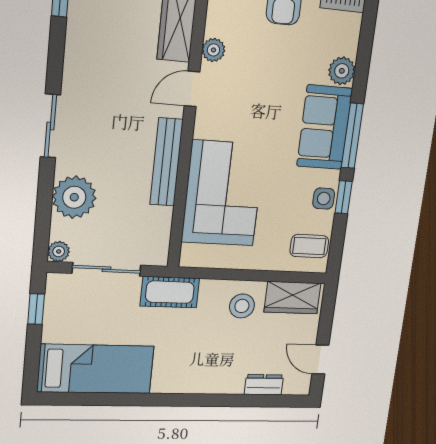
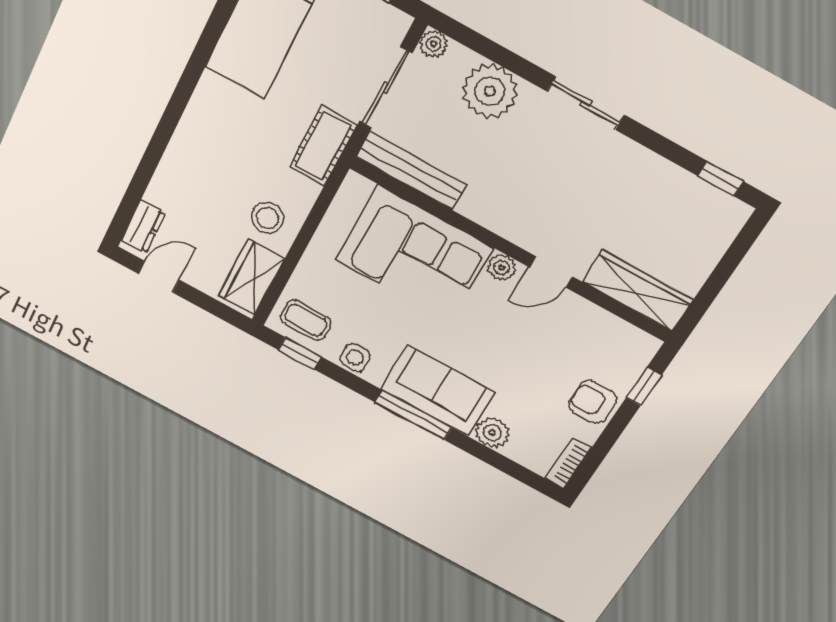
plant: (213, 50) -> (502, 267), moved
door: (192, 89) -> (551, 272), swing flipped
bench: (167, 162) -> (411, 171), moved
window: (344, 197) -> (300, 353), moved
coffee table: (309, 246) -> (306, 320), turned 90
dresser: (264, 385) -> (143, 226), moved

